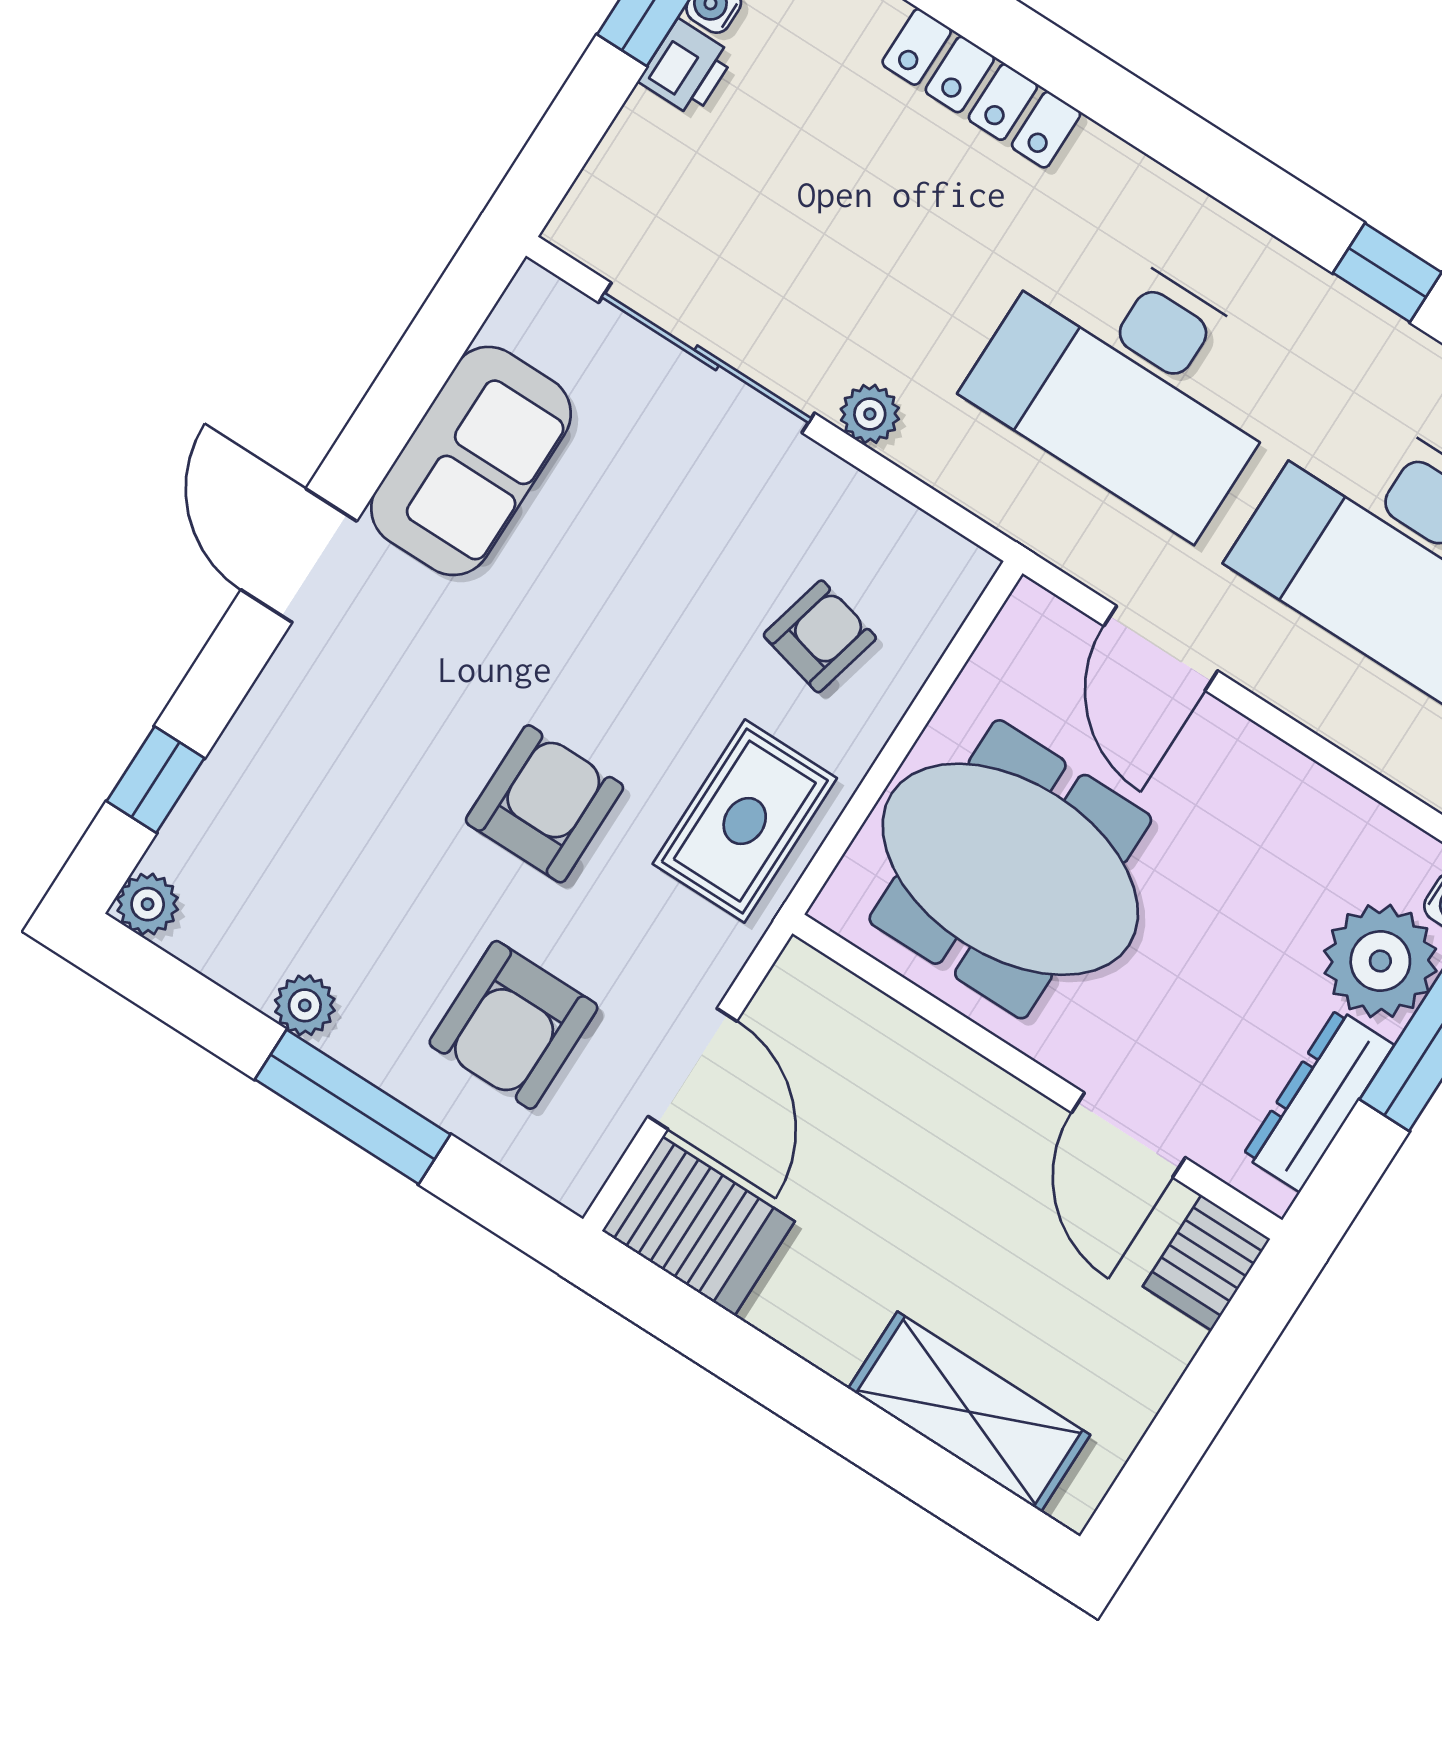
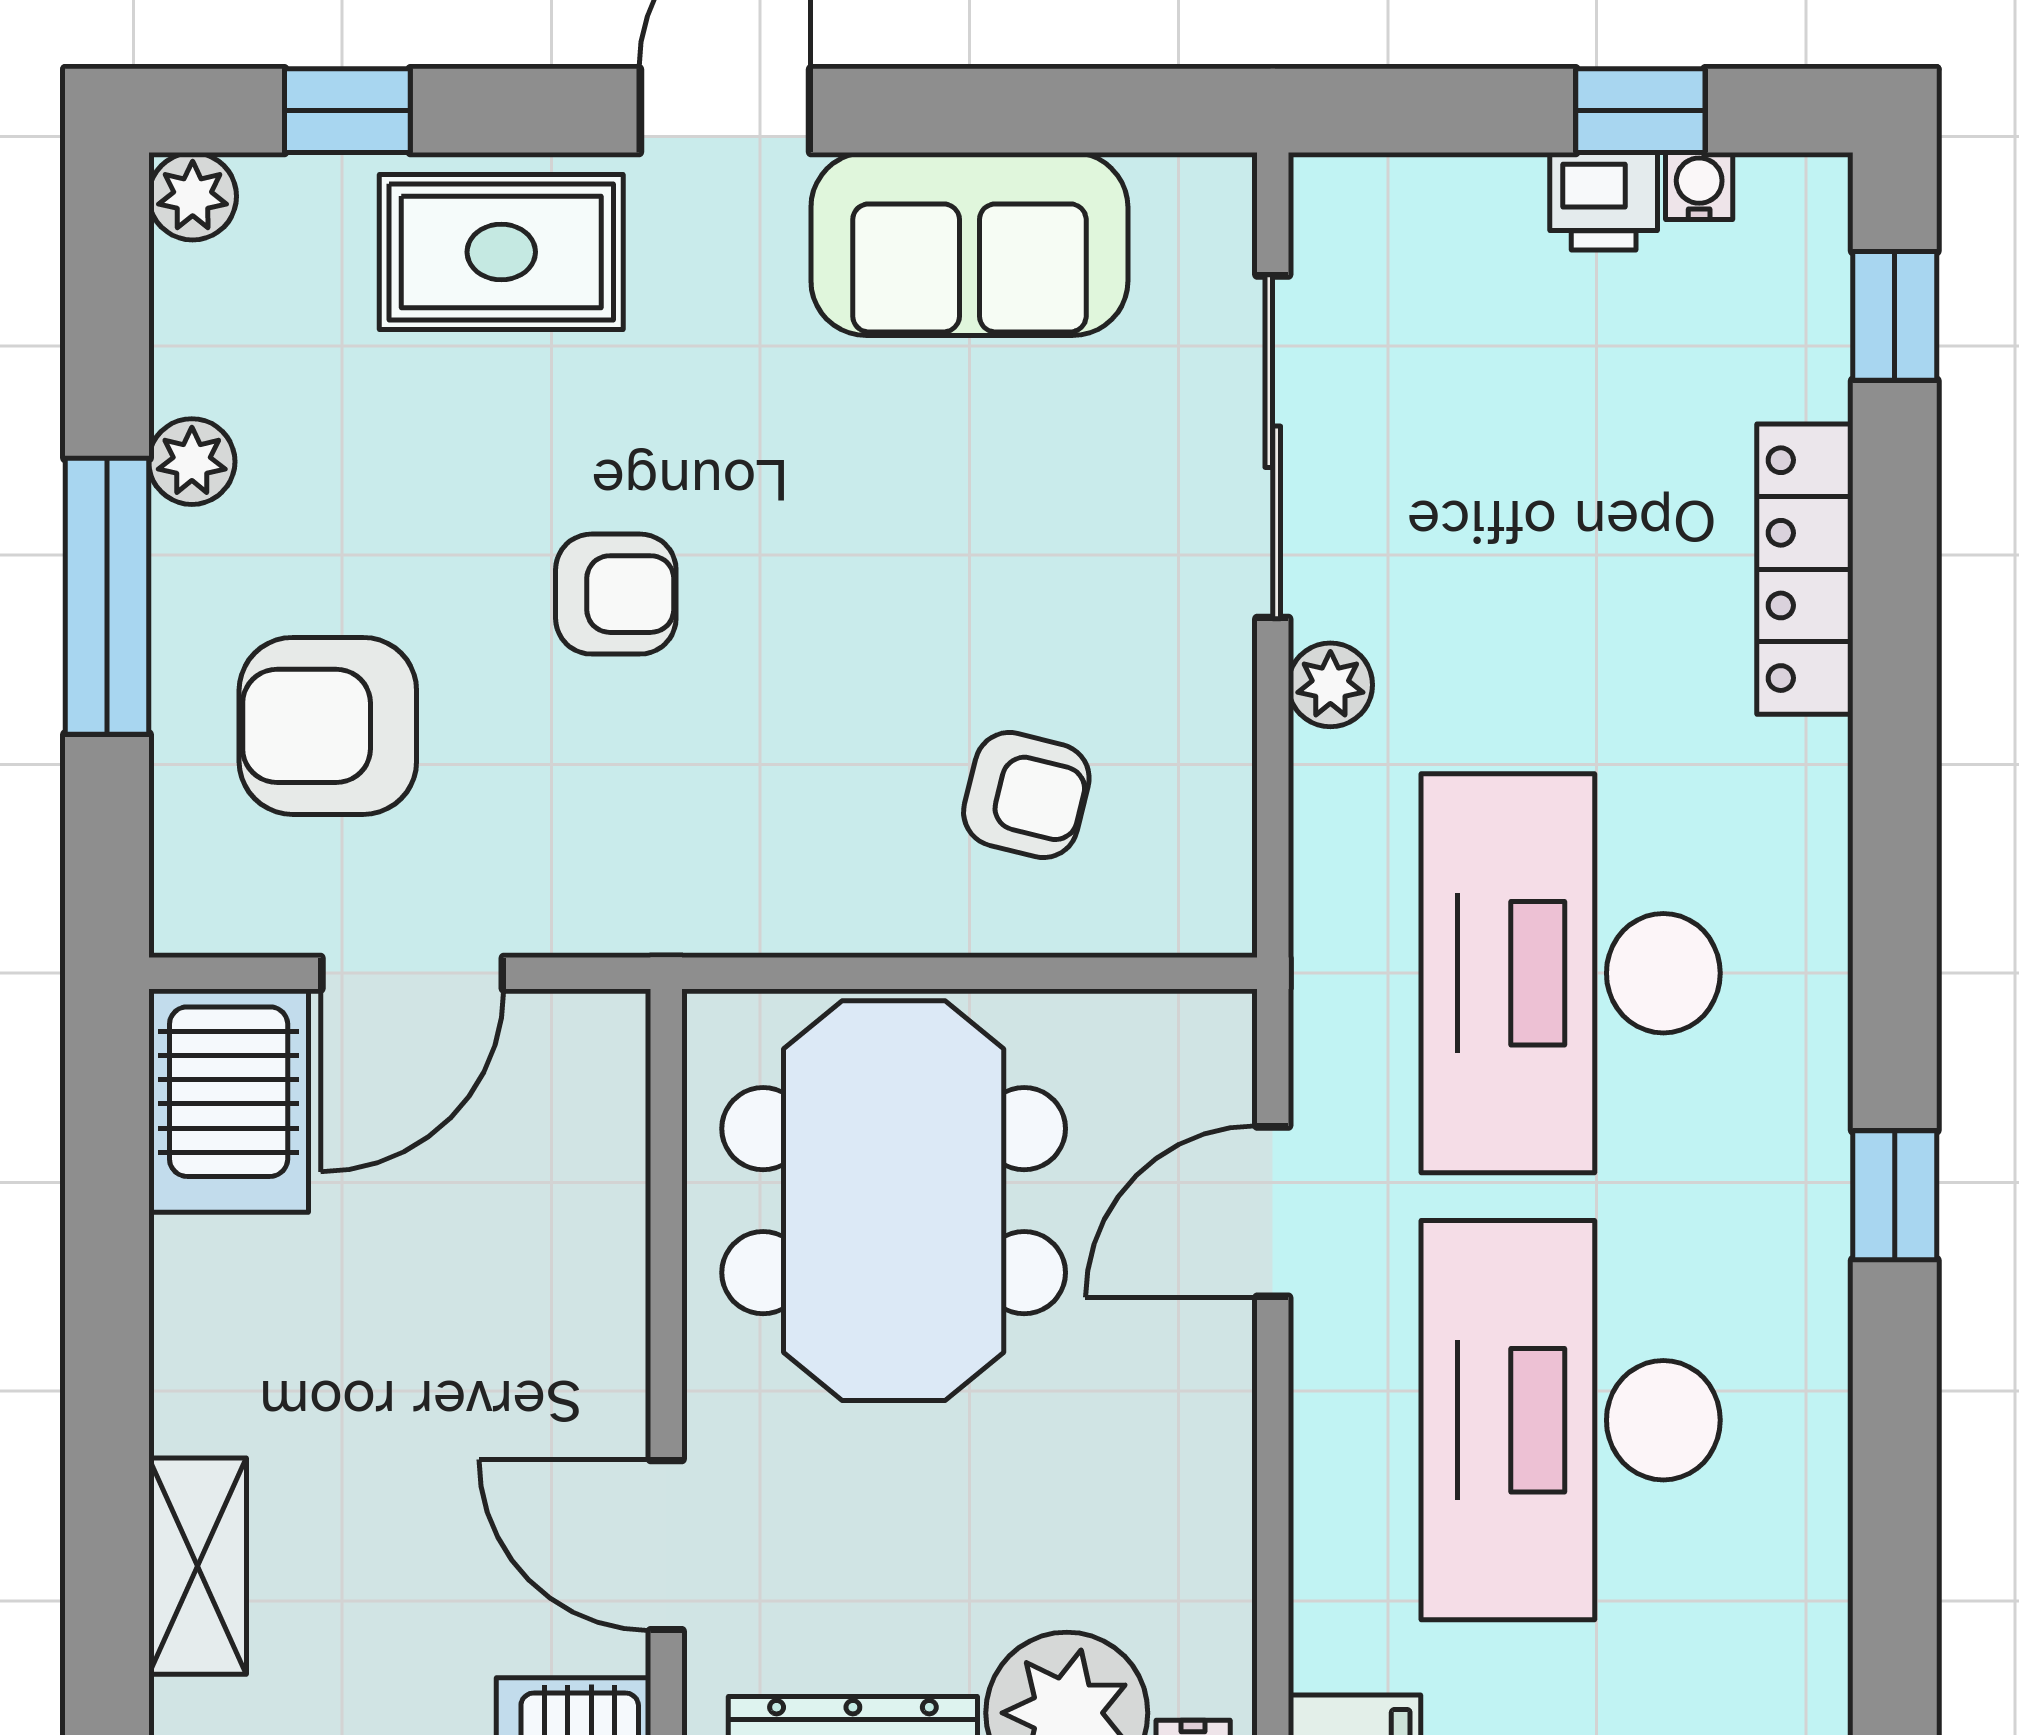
armchair: (544, 804) -> (616, 594), width x0.72, depth x0.72
rug: (745, 821) -> (501, 252), moved
door: (1129, 1135) -> (666, 1545), hinge flipped
shelving: (969, 1412) -> (198, 1566), width x0.67, depth x0.75

